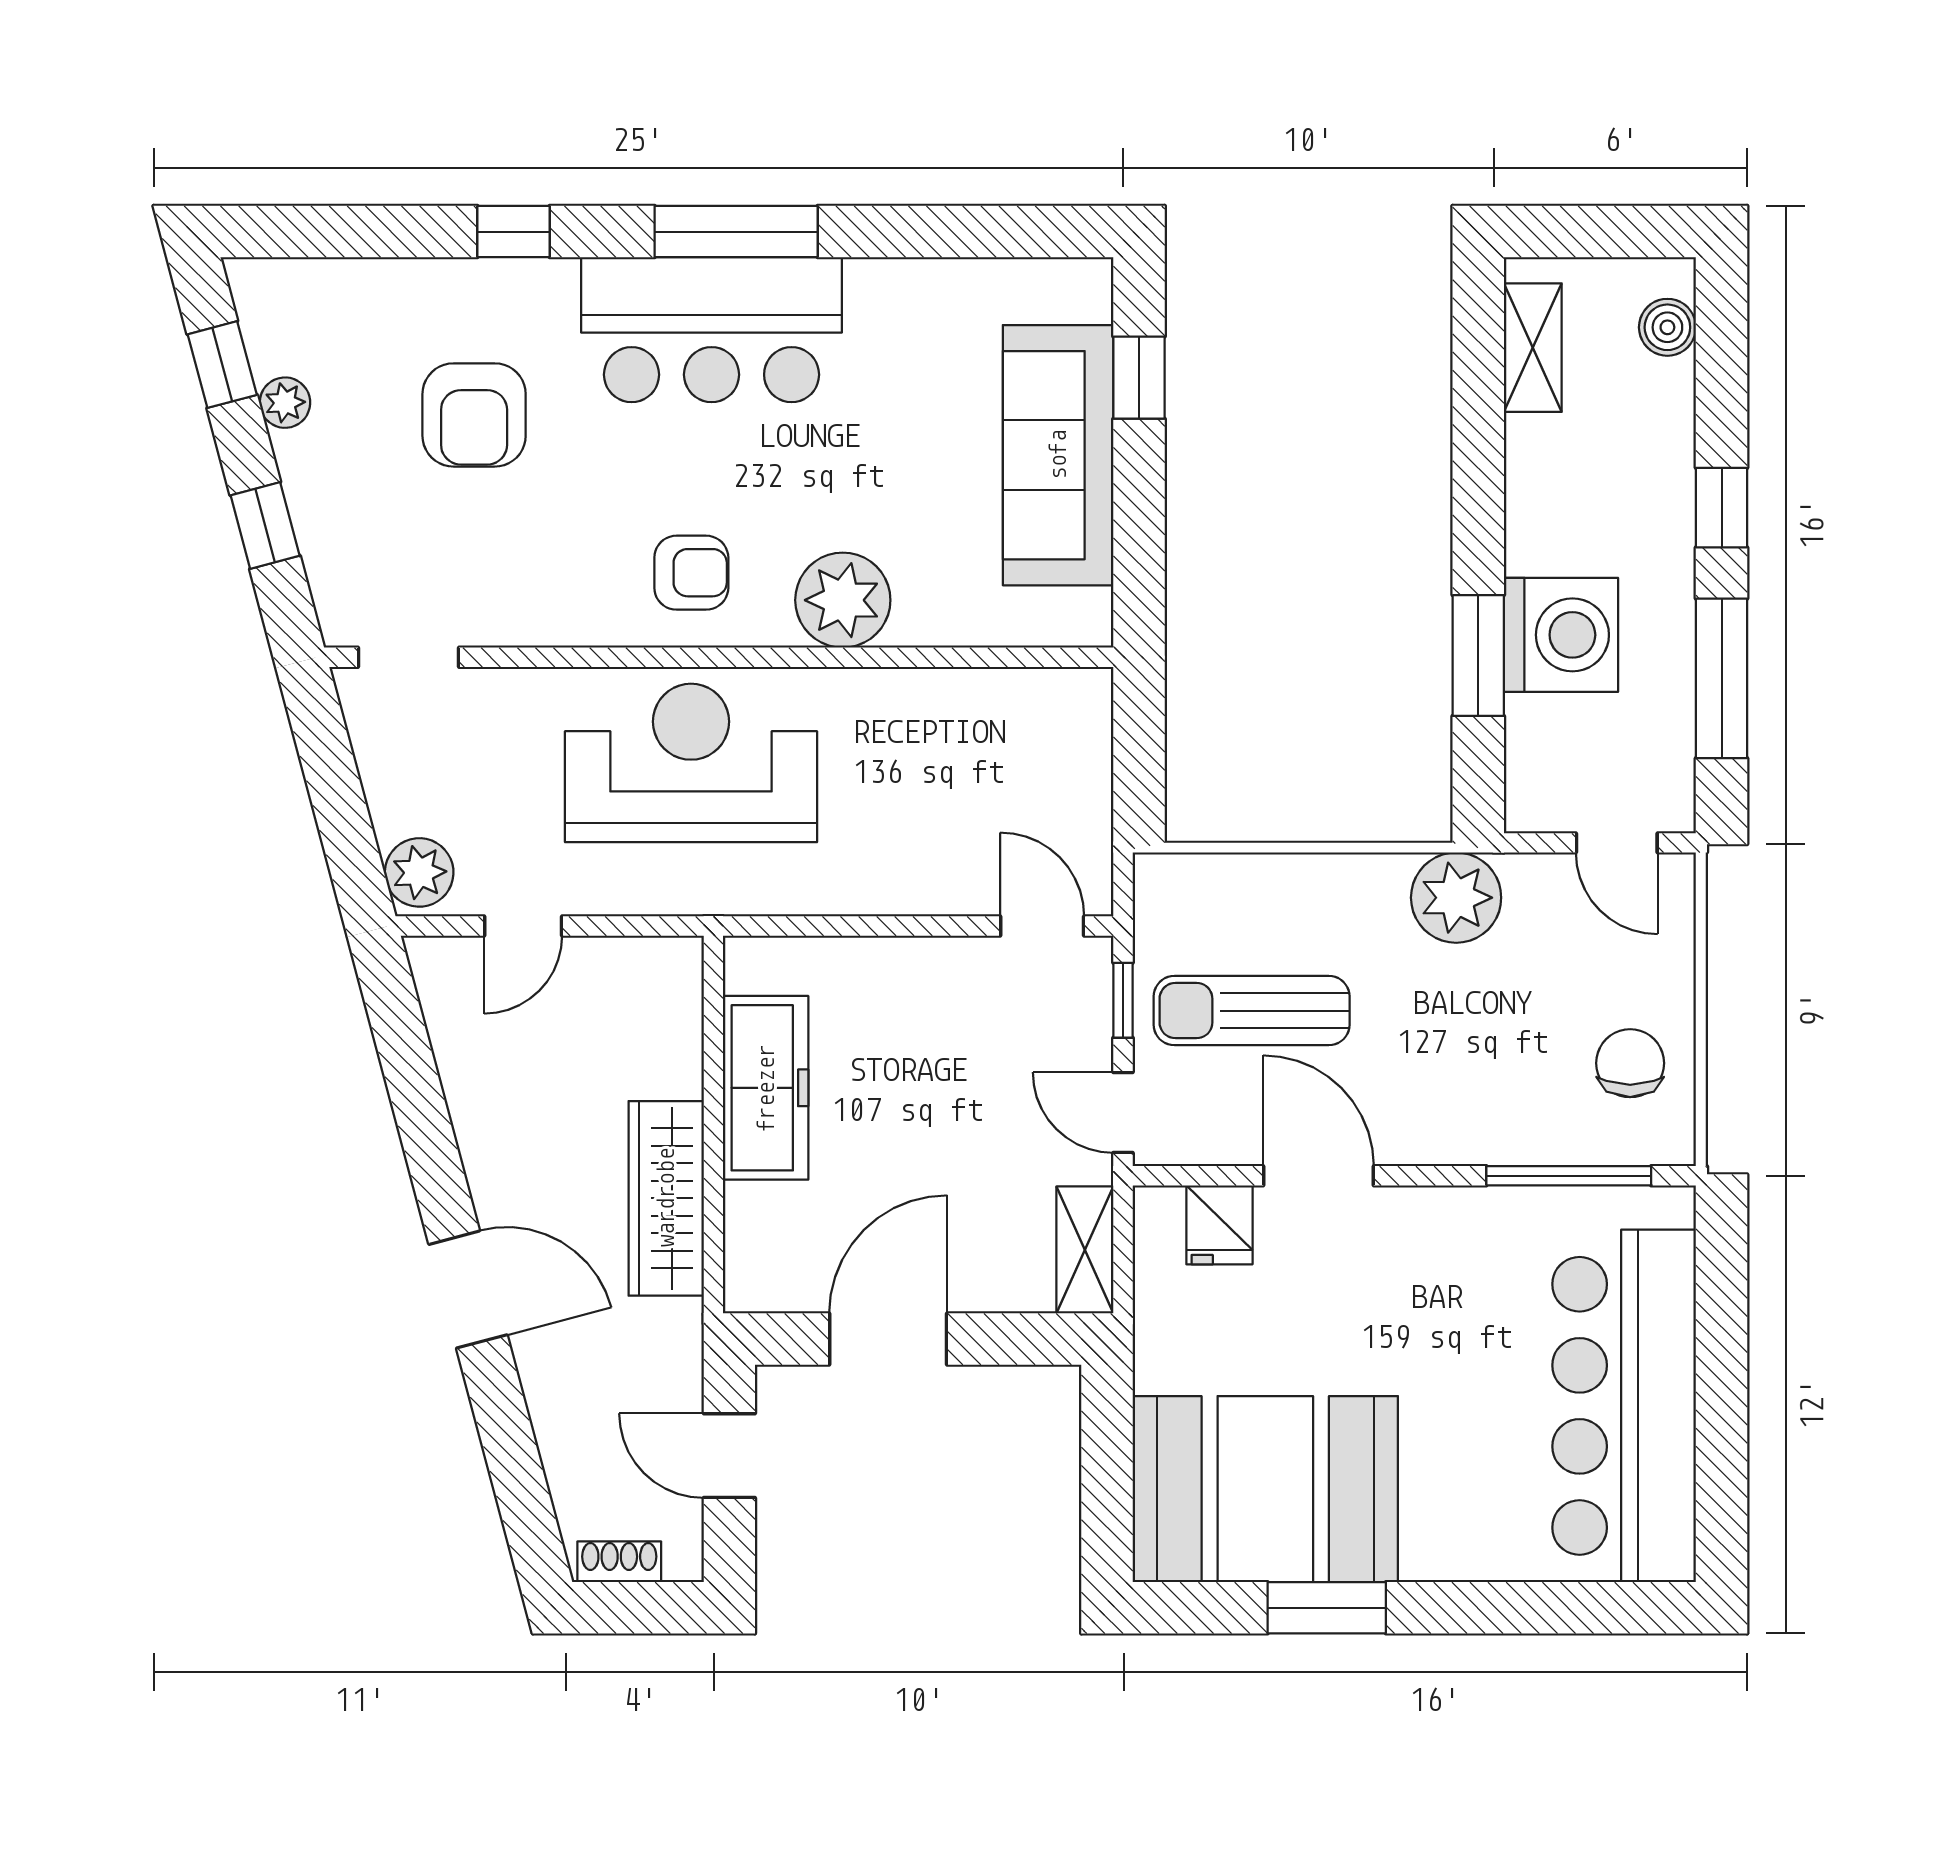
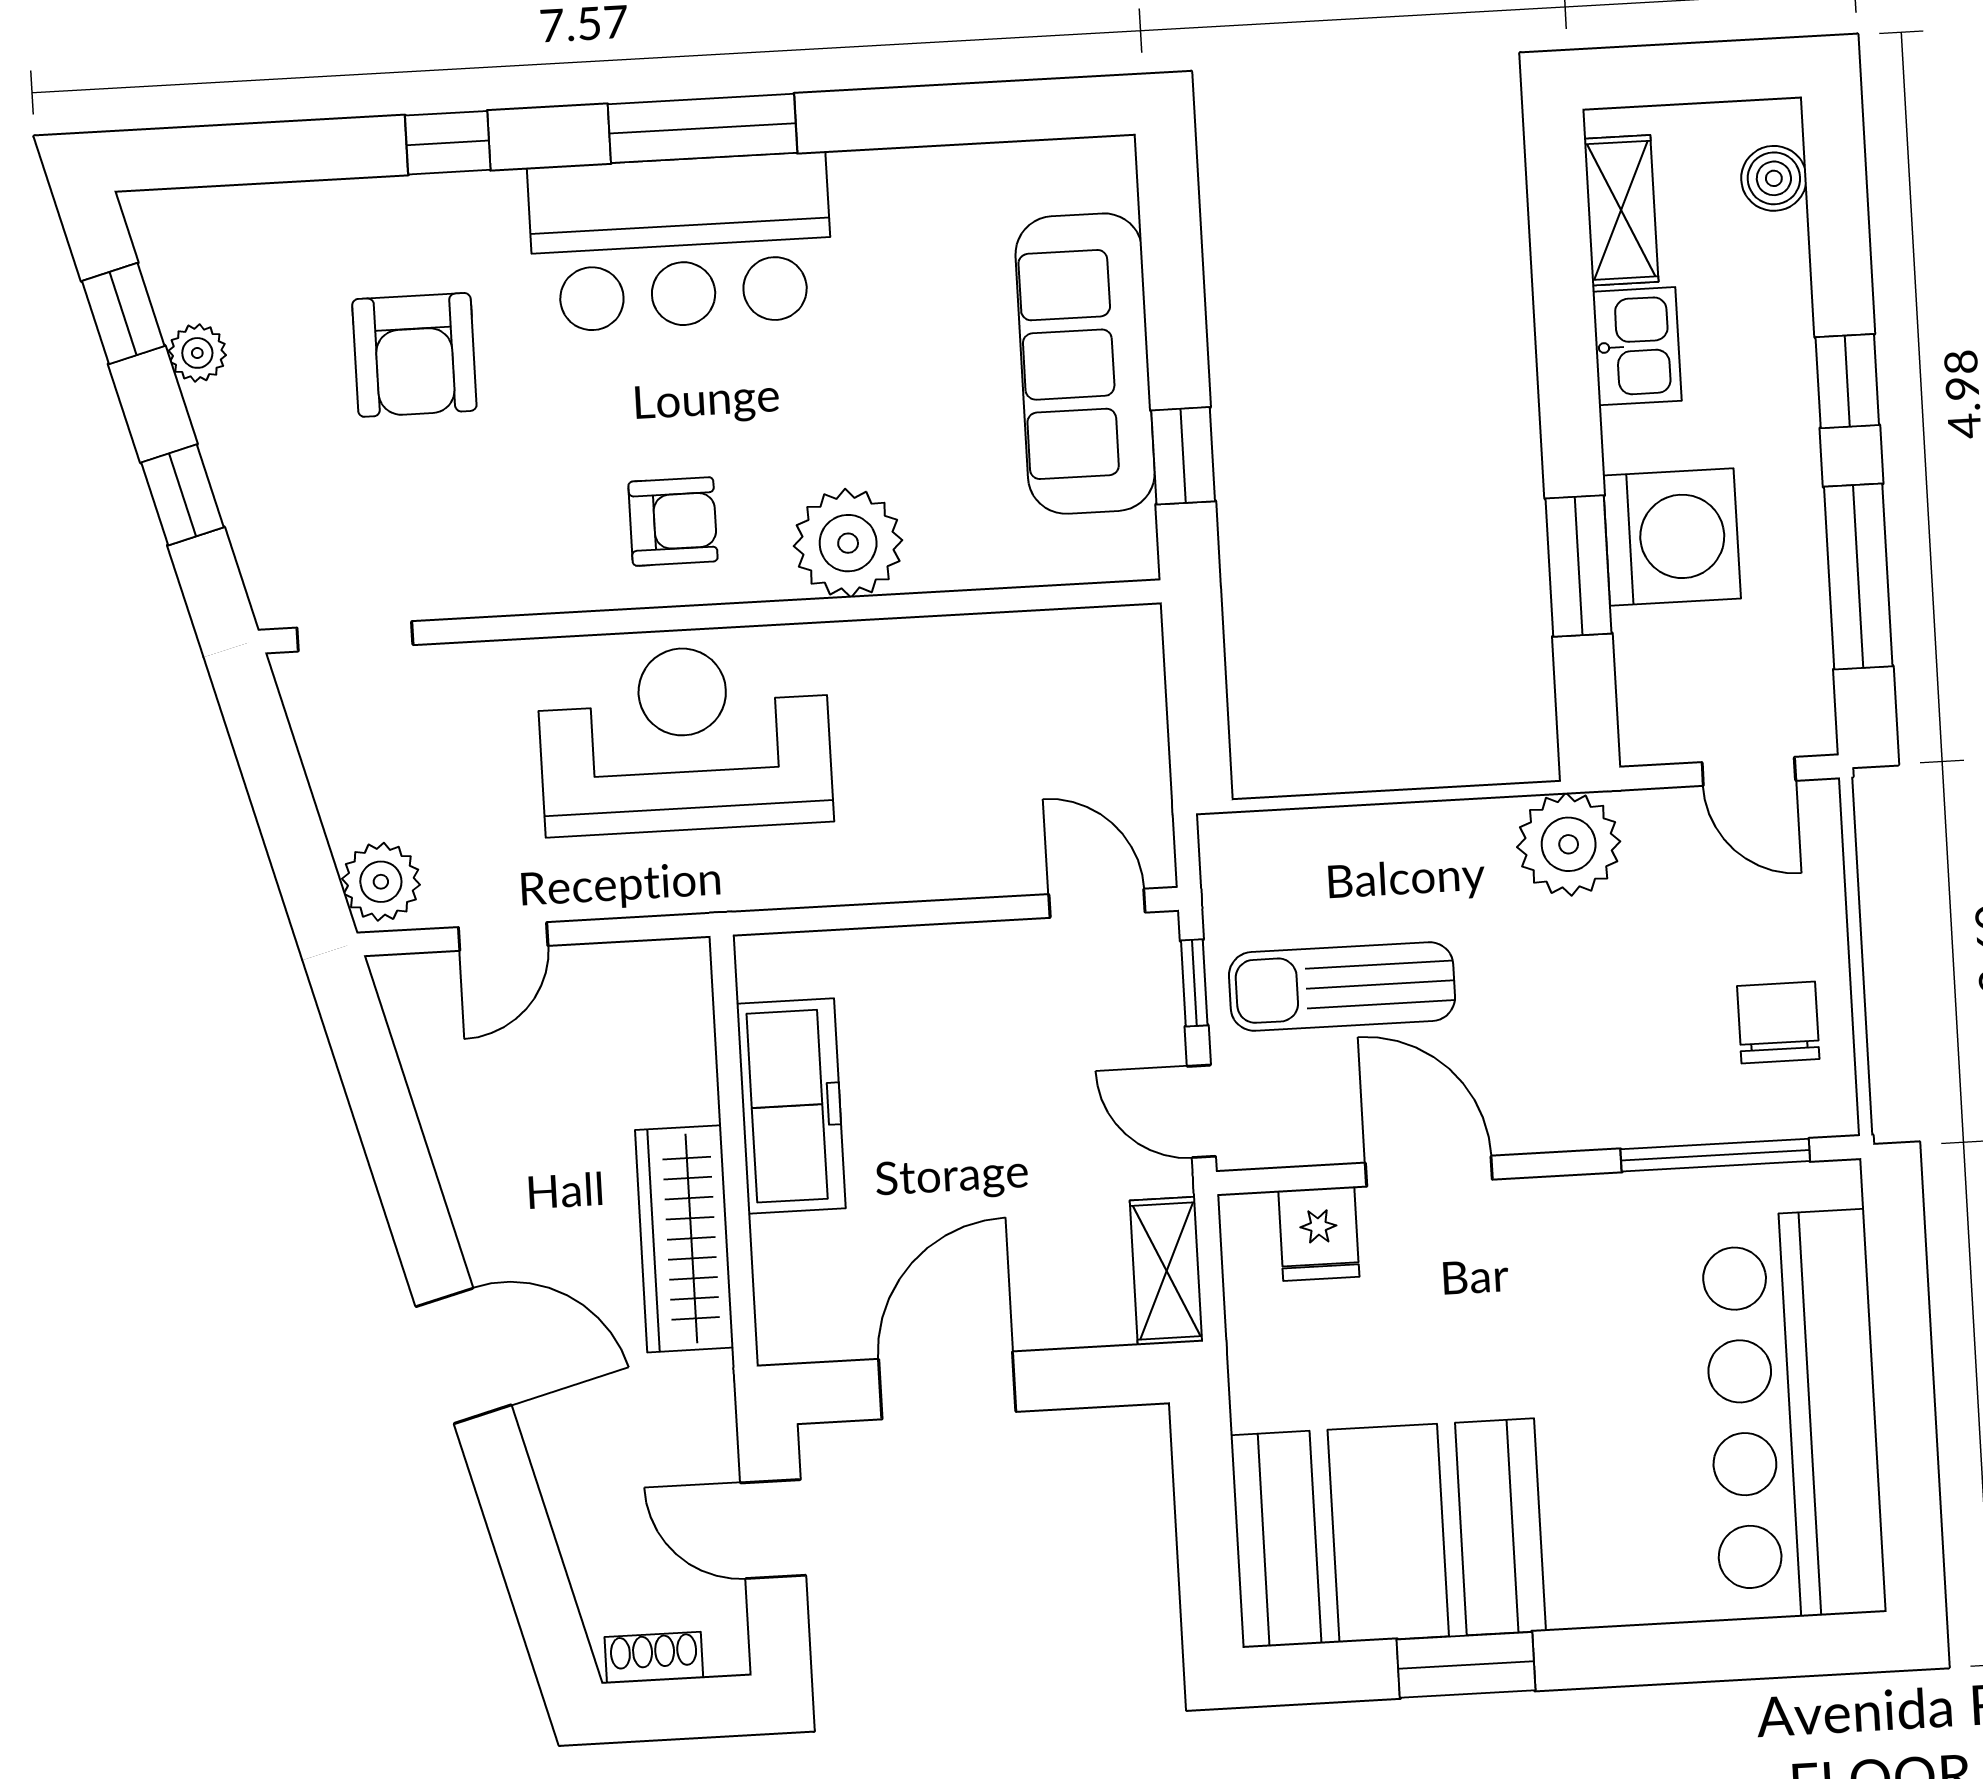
window: (1139, 378) -> (1183, 456), moved
kitchen sink: (1540, 467) -> (1637, 346), added

